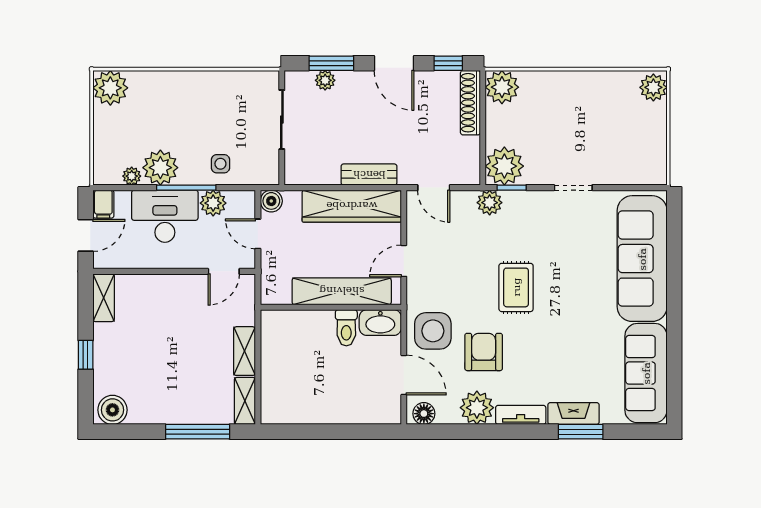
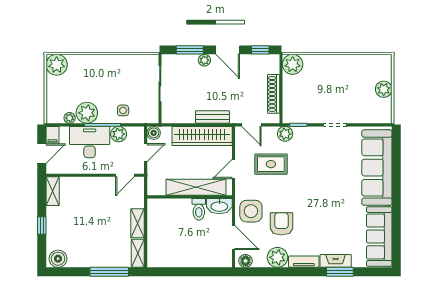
plant: (325, 80) -> (204, 60), moved
plant: (653, 87) -> (384, 89), moved
shoe rack: (470, 103) -> (274, 94), moved
plant: (504, 166) -> (294, 112), removed
door: (258, 234) -> (146, 153), swing flipped
rug: (516, 287) -> (271, 164), moved, turned 90

